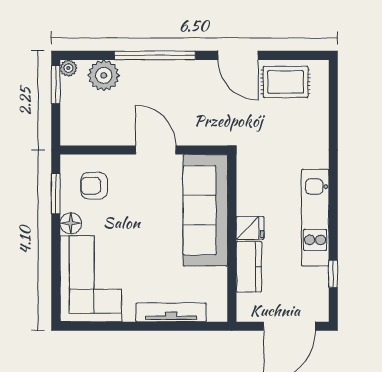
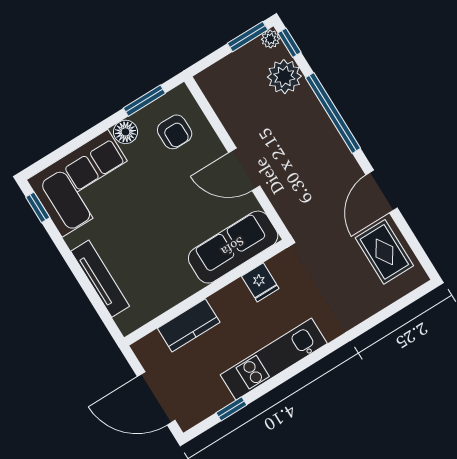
window: (80, 55) -> (289, 43), added
door: (156, 150) -> (244, 169), swing flipped
armchair: (94, 186) -> (175, 132), turned 180
sofa: (205, 210) -> (233, 247), width x0.74, depth x0.79
fridge: (250, 228) -> (260, 282), moved
window: (87, 326) -> (38, 207), added

